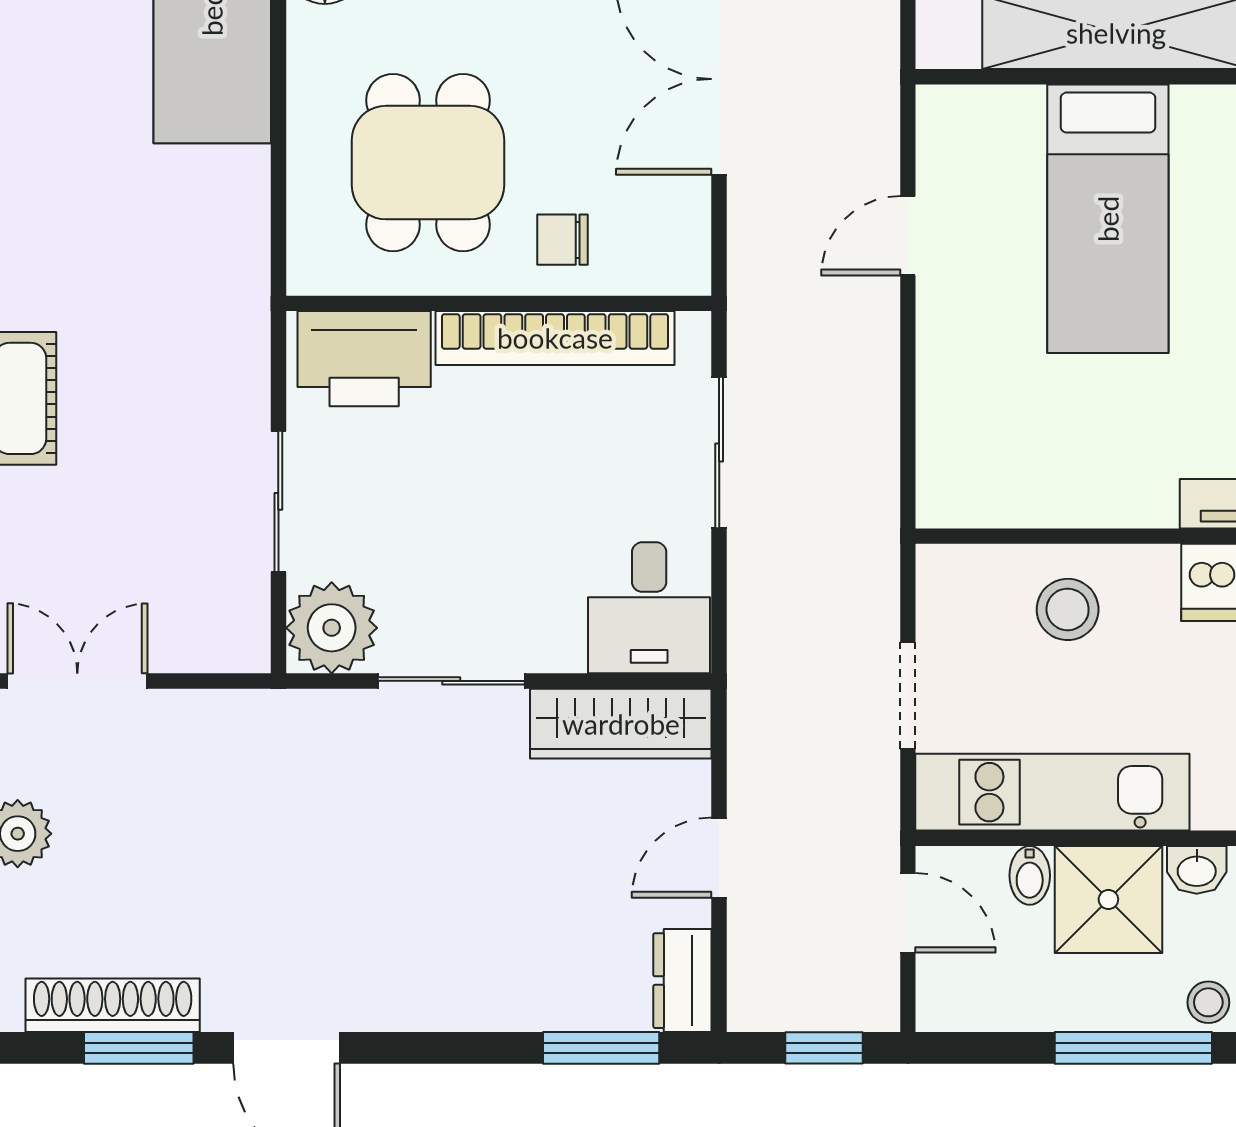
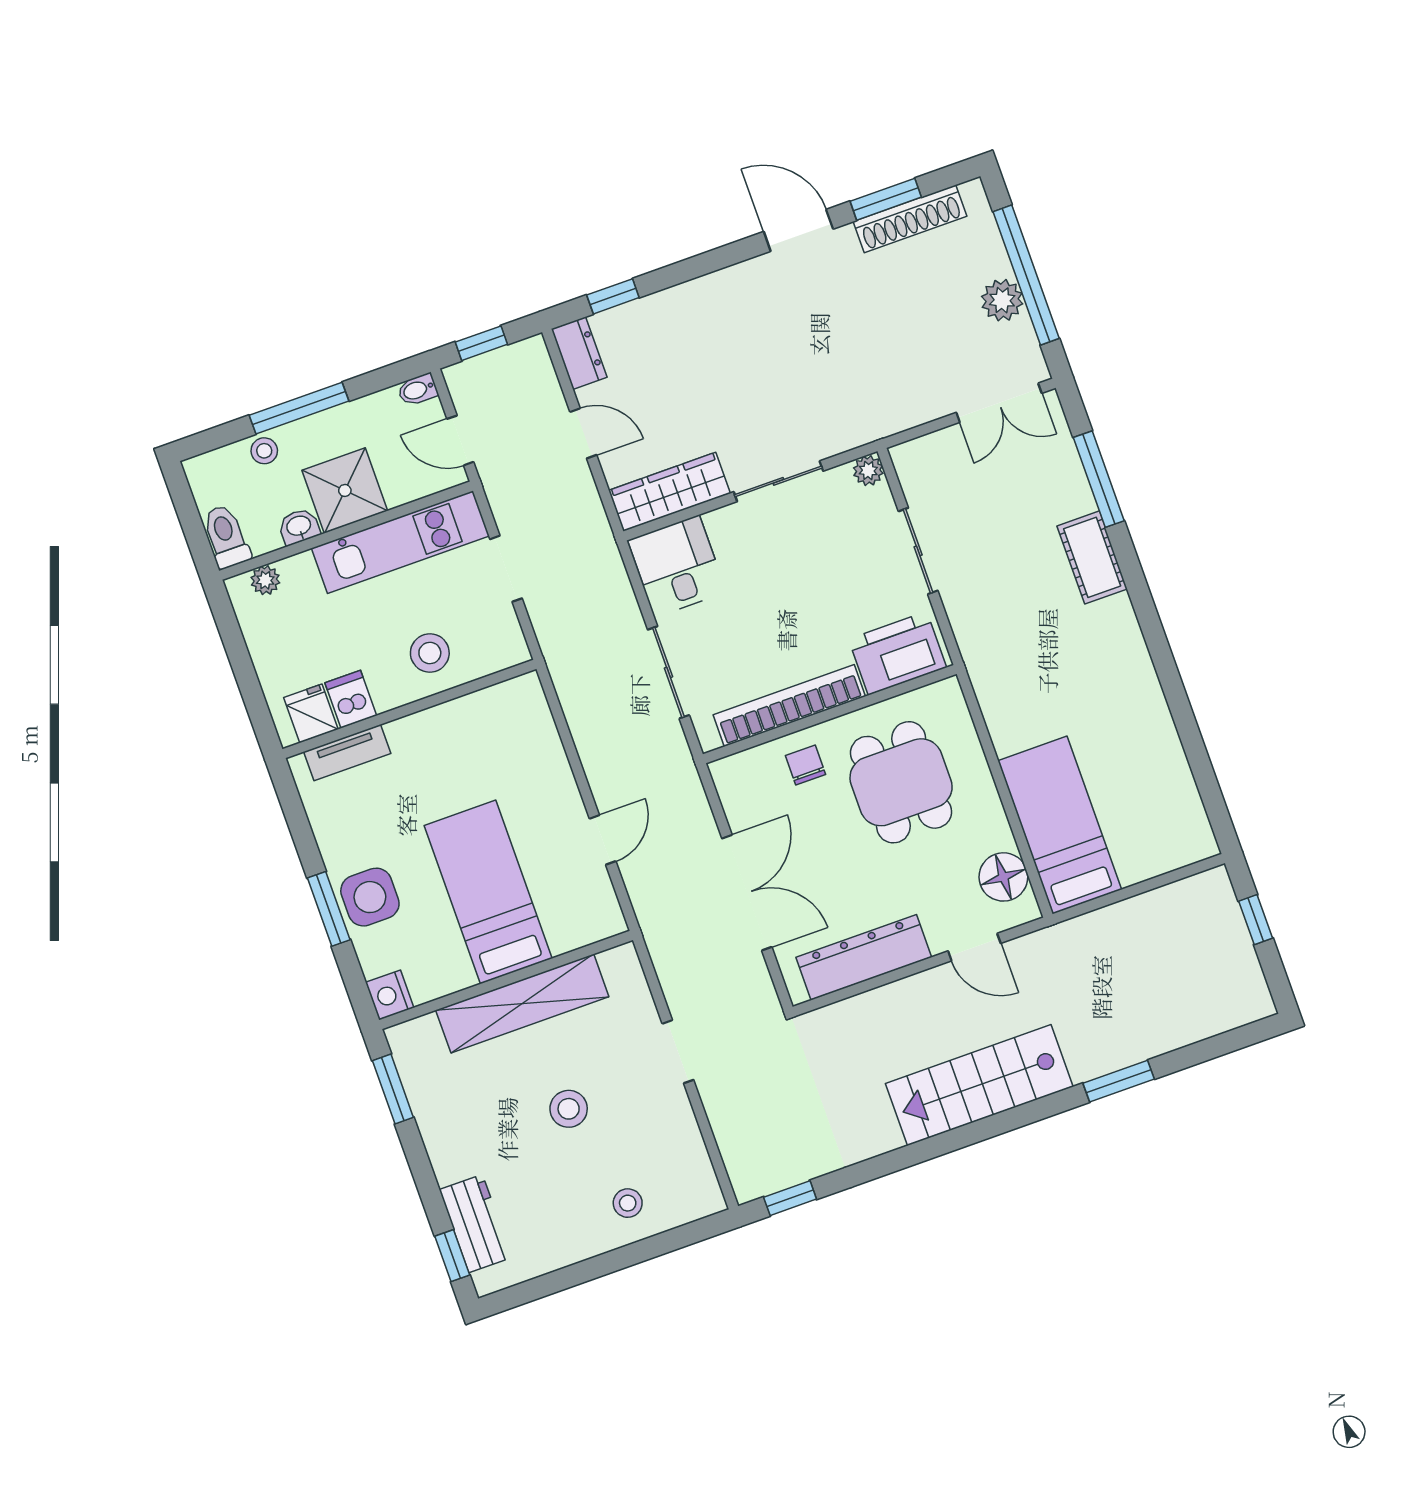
chair: (562, 240) -> (805, 765), turned -90
plant: (332, 628) -> (868, 471), width x0.53, depth x0.53
door: (719, 858) -> (583, 433), hinge flipped
bidet: (1030, 875) -> (418, 390), moved, turned -90
window: (601, 1048) -> (613, 296), width x0.67

